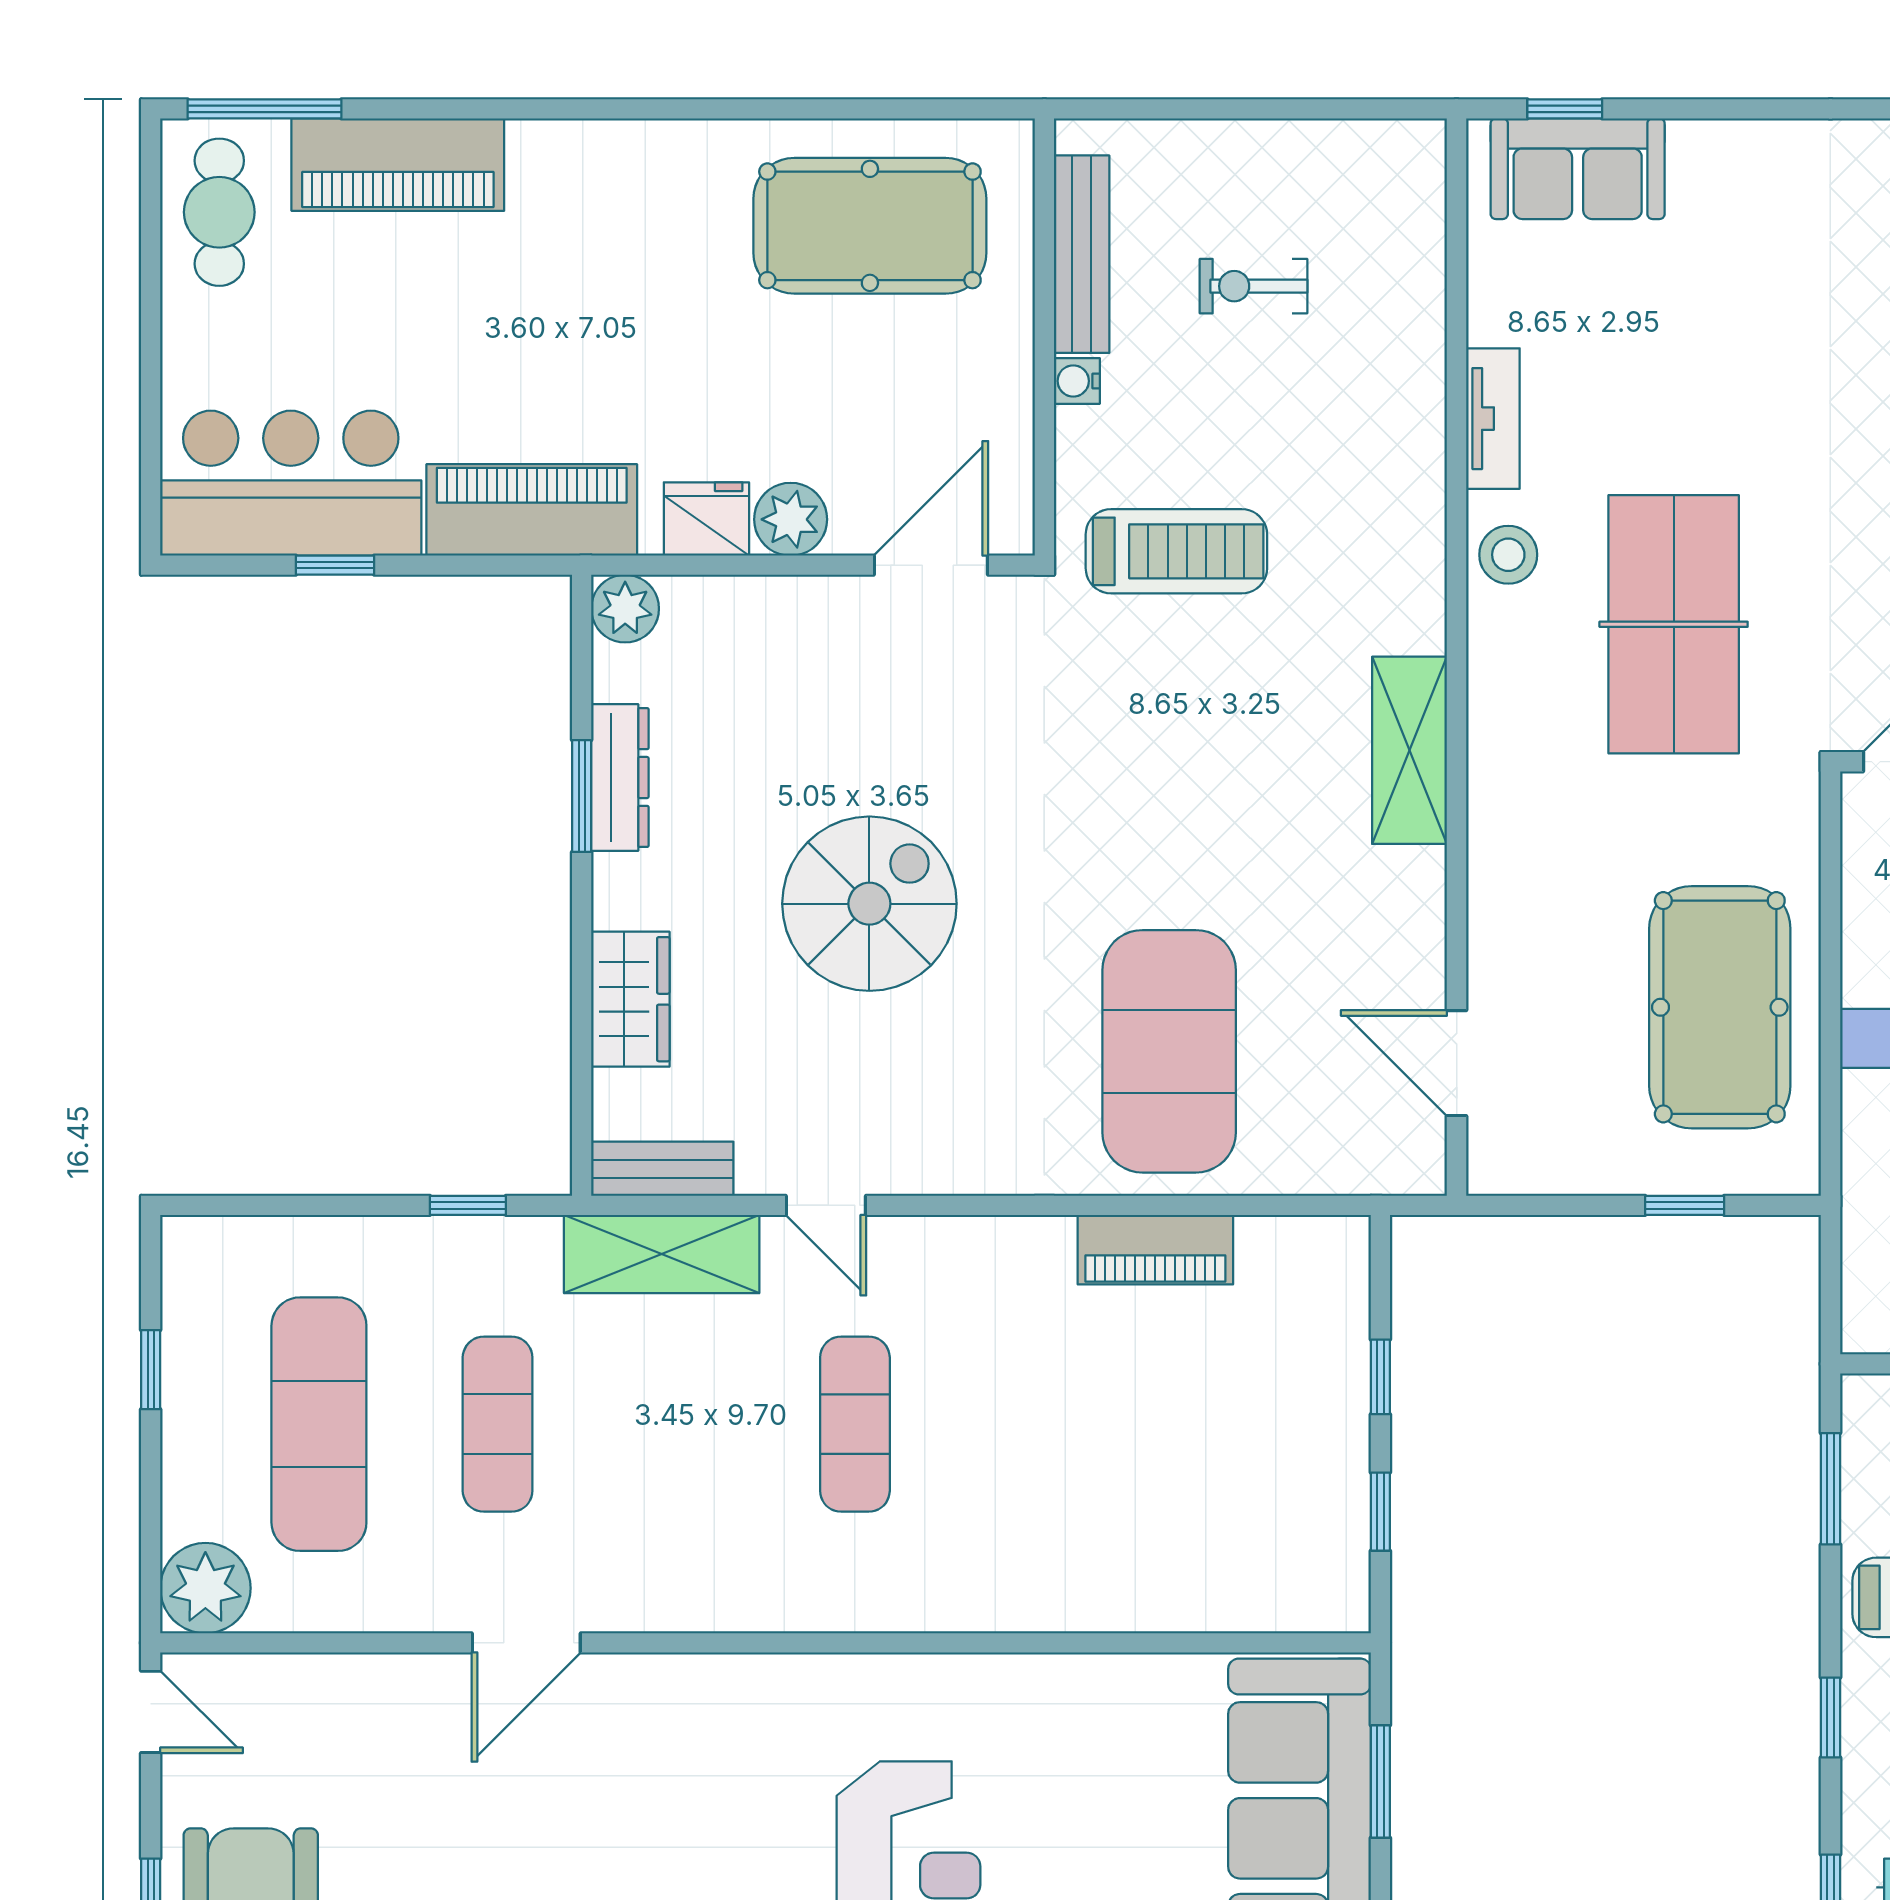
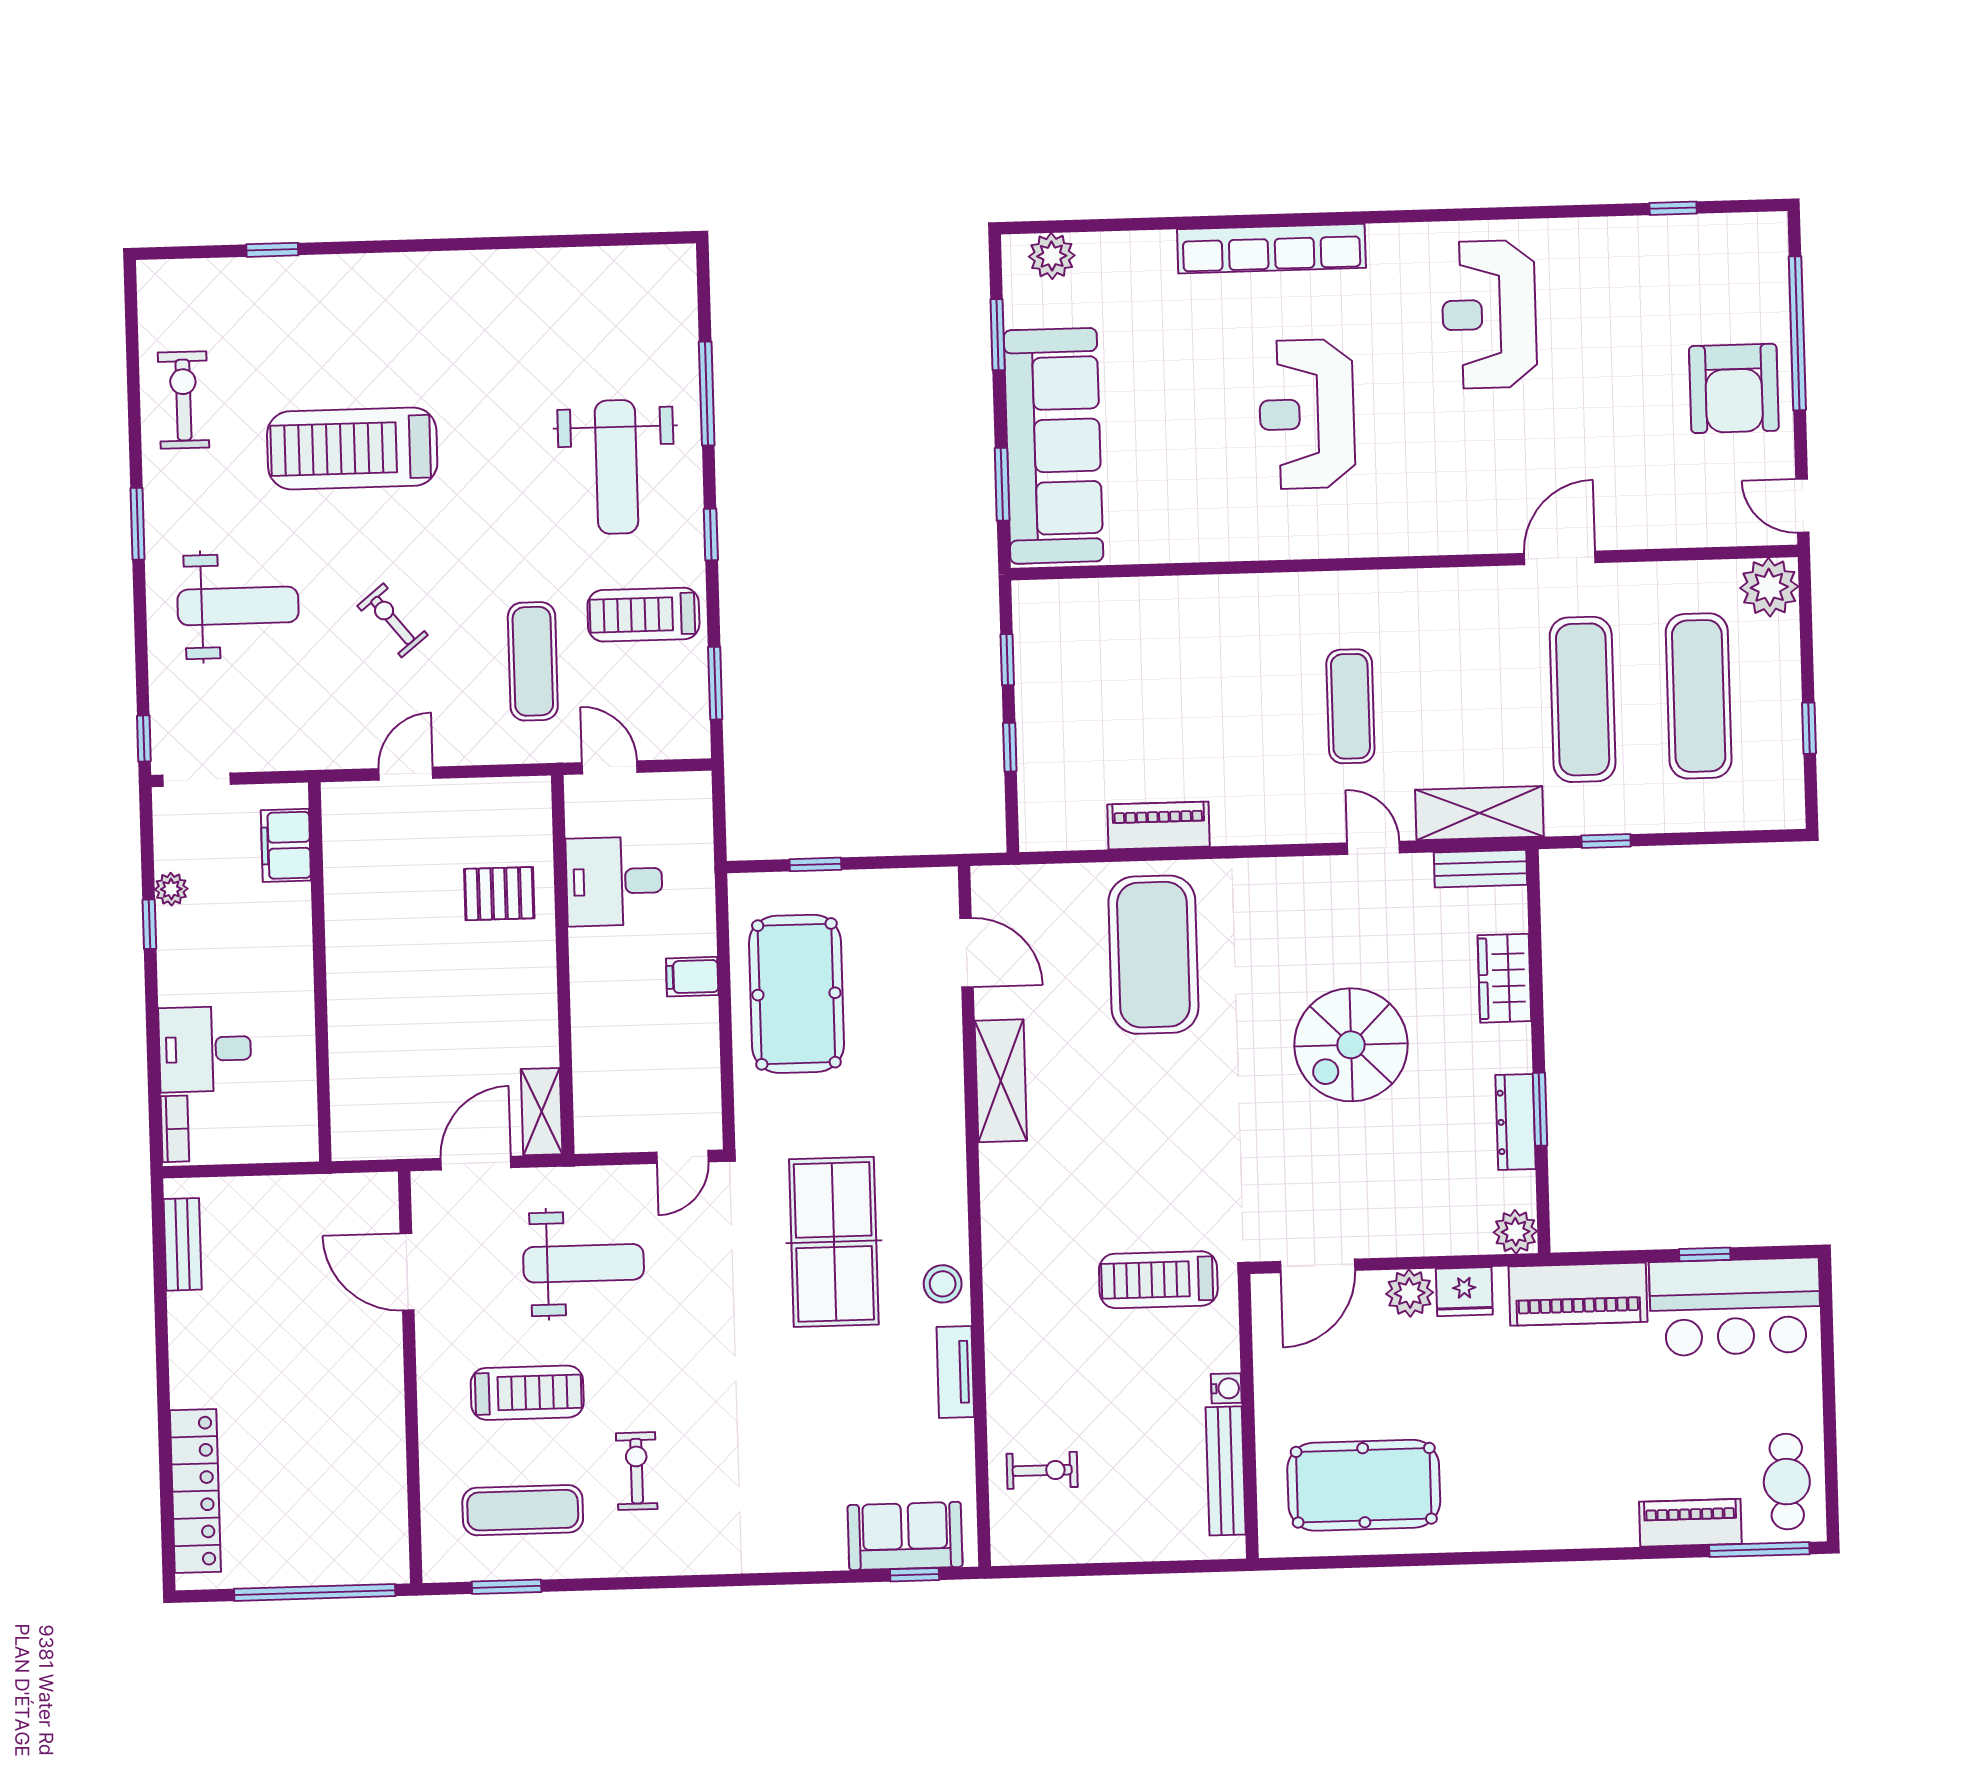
piano: (398, 165) -> (1690, 1523), width x0.73, depth x0.75
exercise bike: (1254, 286) -> (1042, 1470), moved
shelving: (1410, 750) -> (1001, 1081), moved
exercise mat: (498, 1424) -> (1583, 699), width x1.36, depth x1.45

